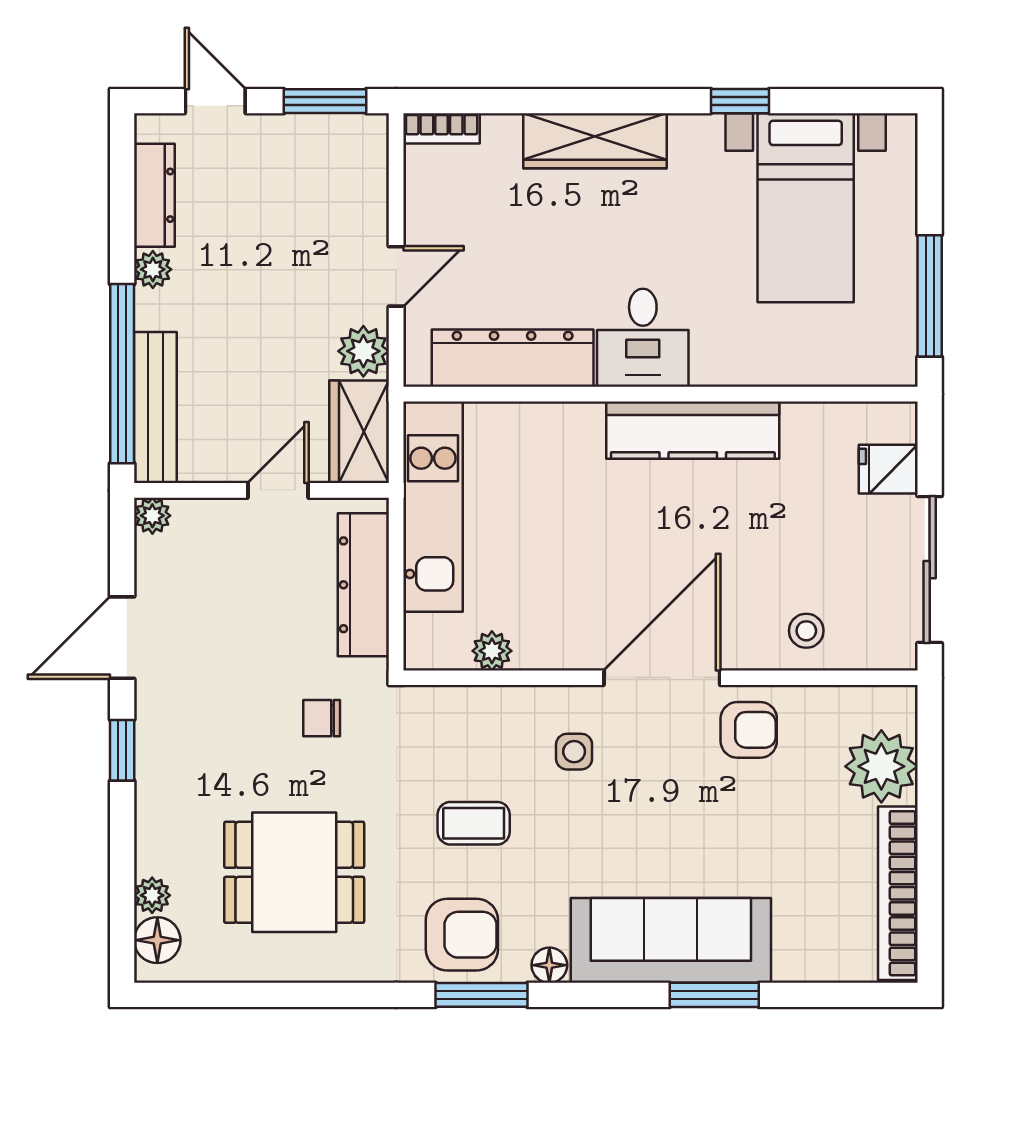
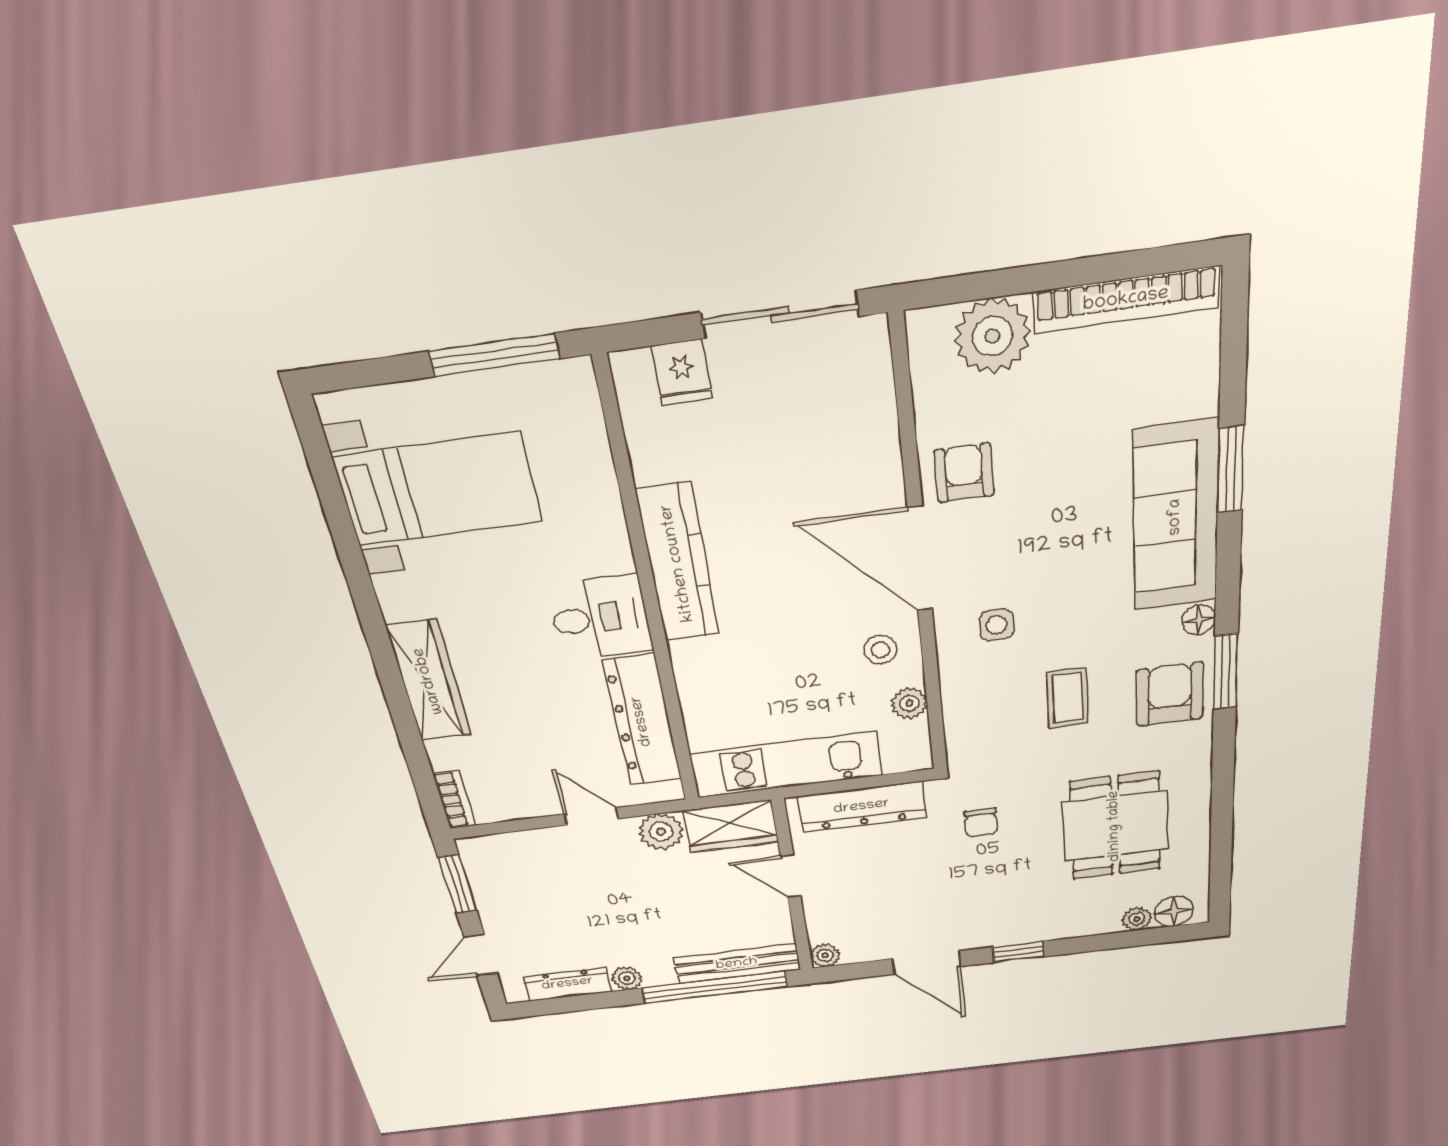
window: (740, 101) -> (353, 563), removed
stool: (806, 631) -> (880, 650), moved

